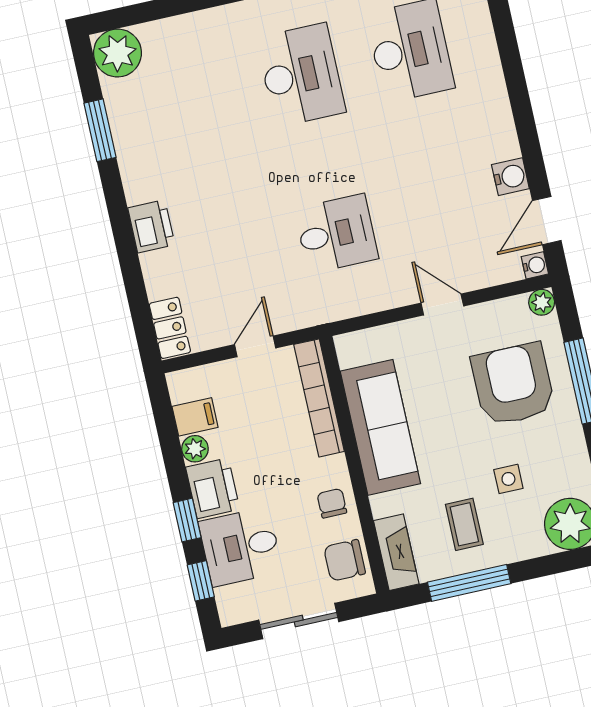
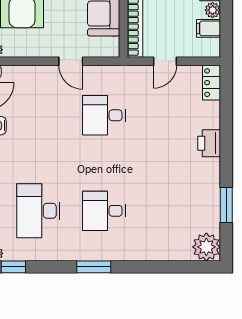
desk: (301, 75) -> (104, 211), width x0.73
door: (442, 304) -> (71, 61), moved

